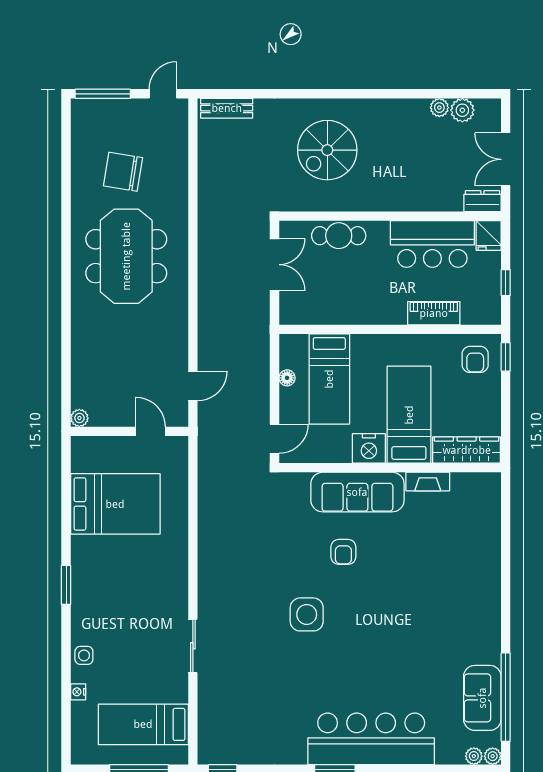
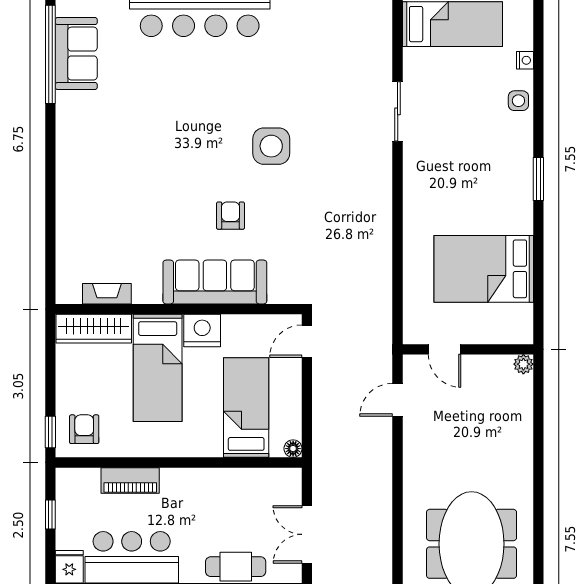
floor lamp: (287, 378) -> (293, 449), moved
fireplace: (428, 482) -> (107, 294), moved

